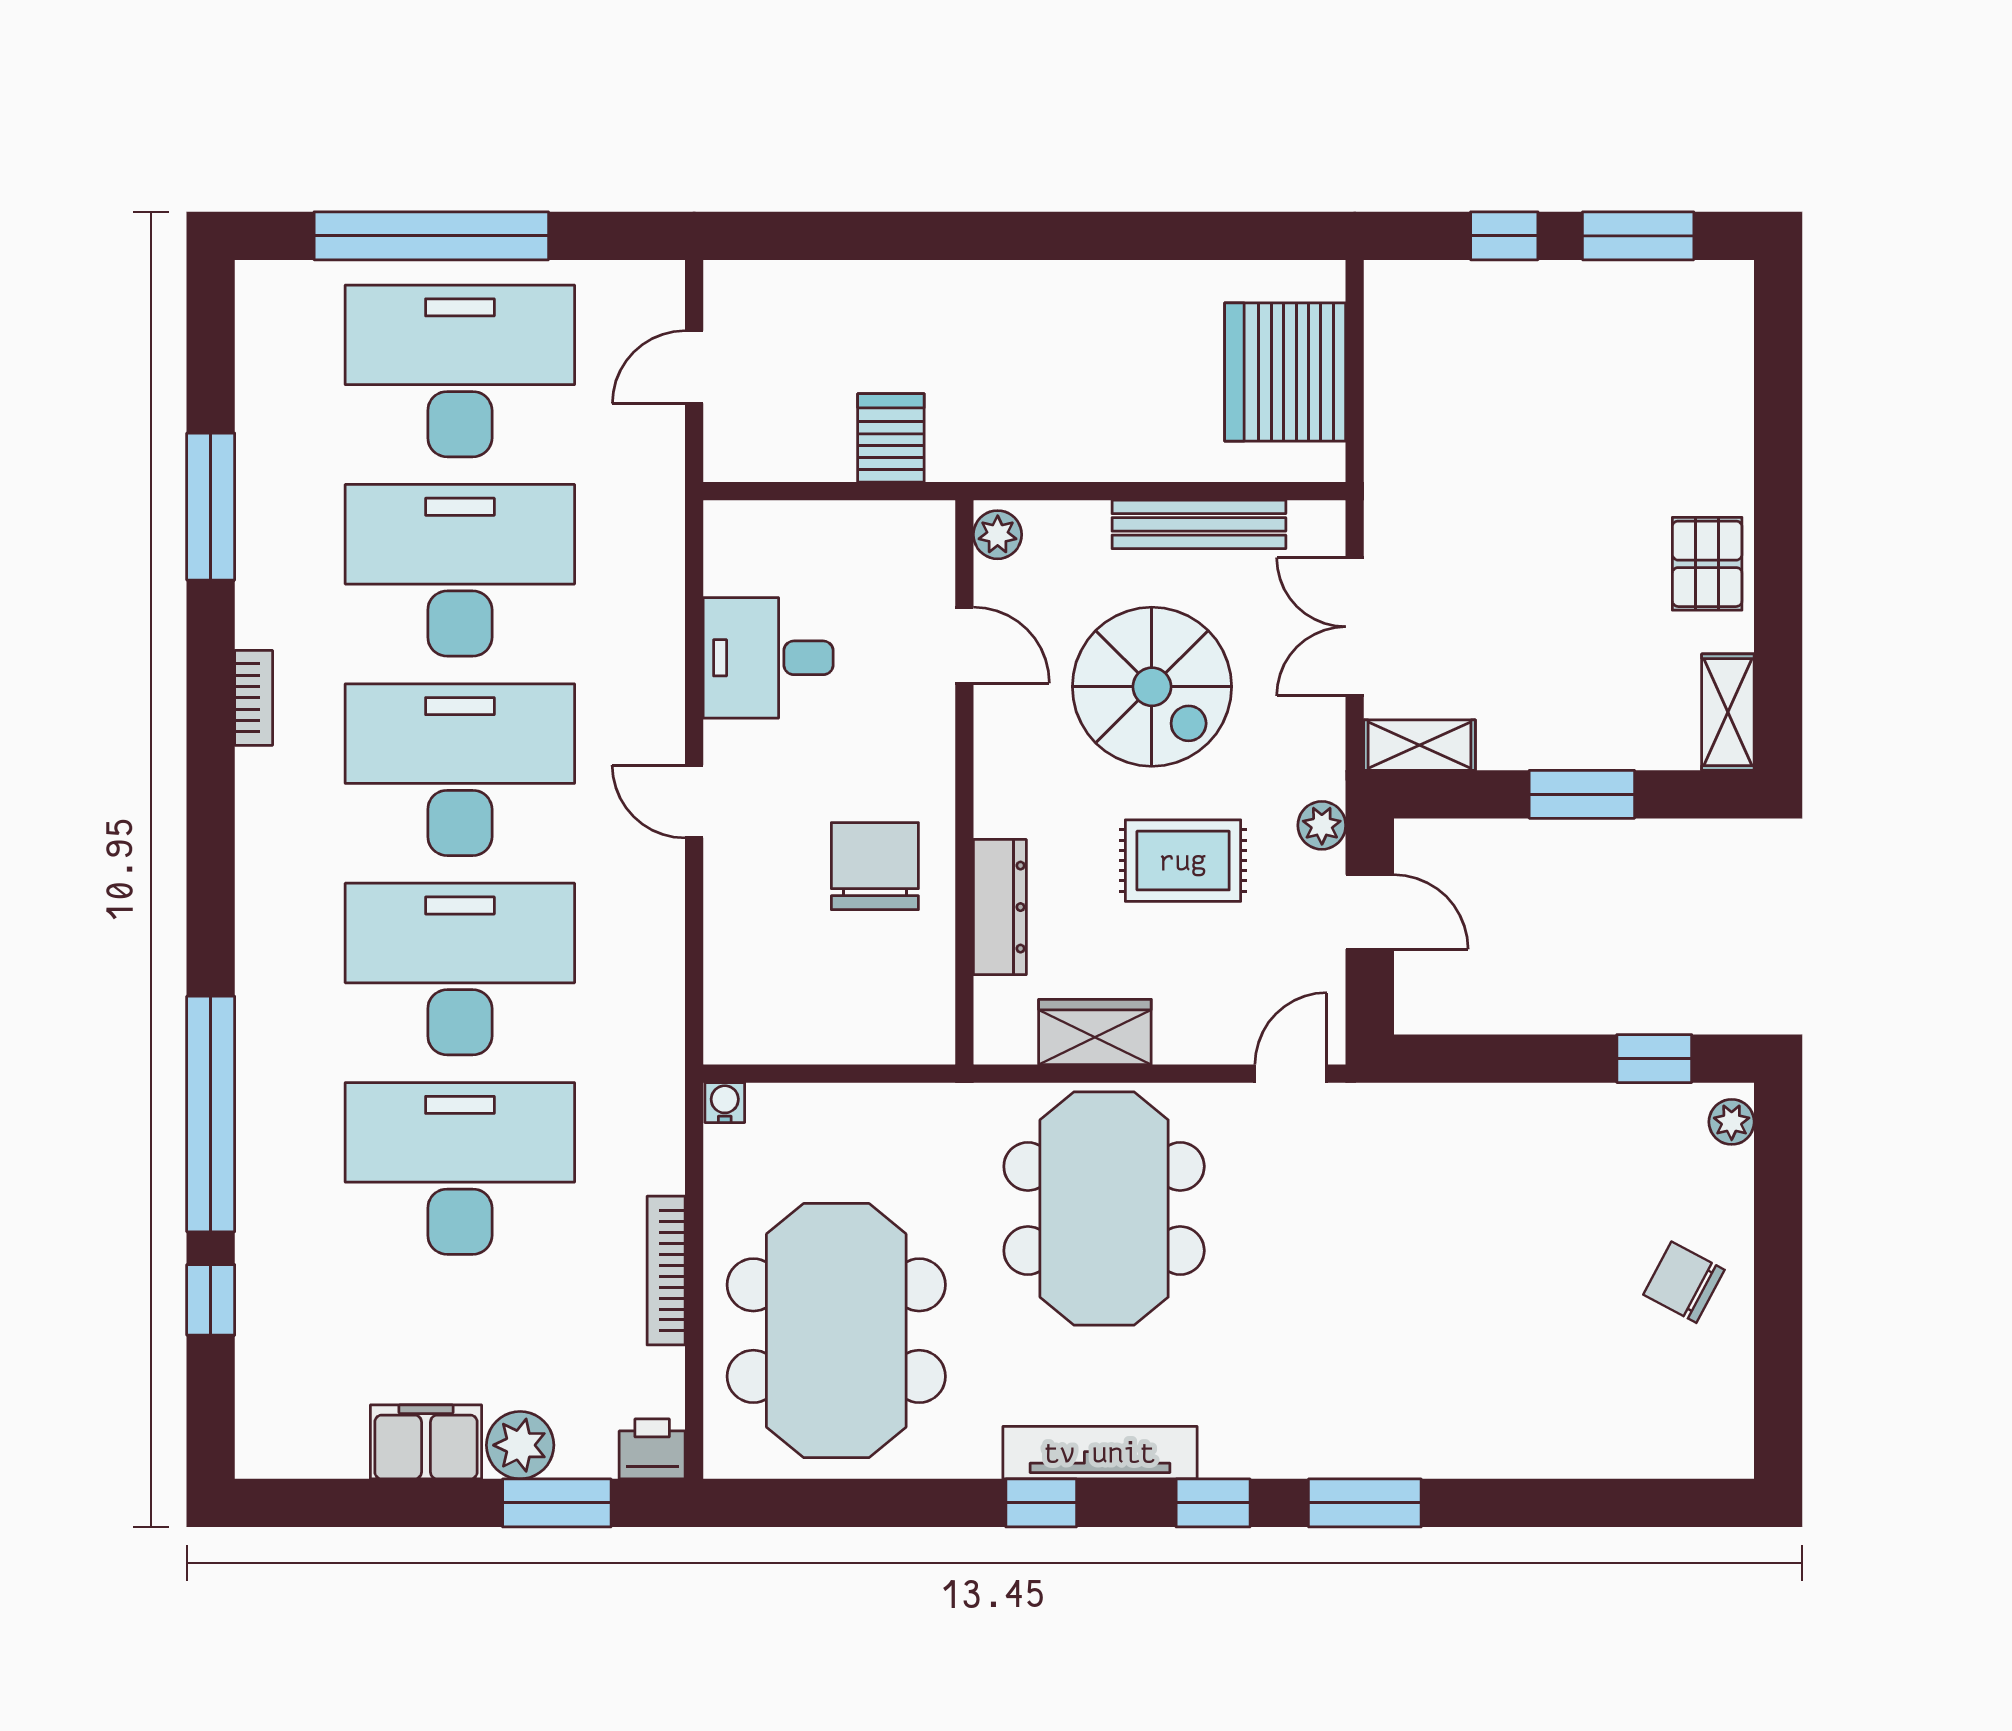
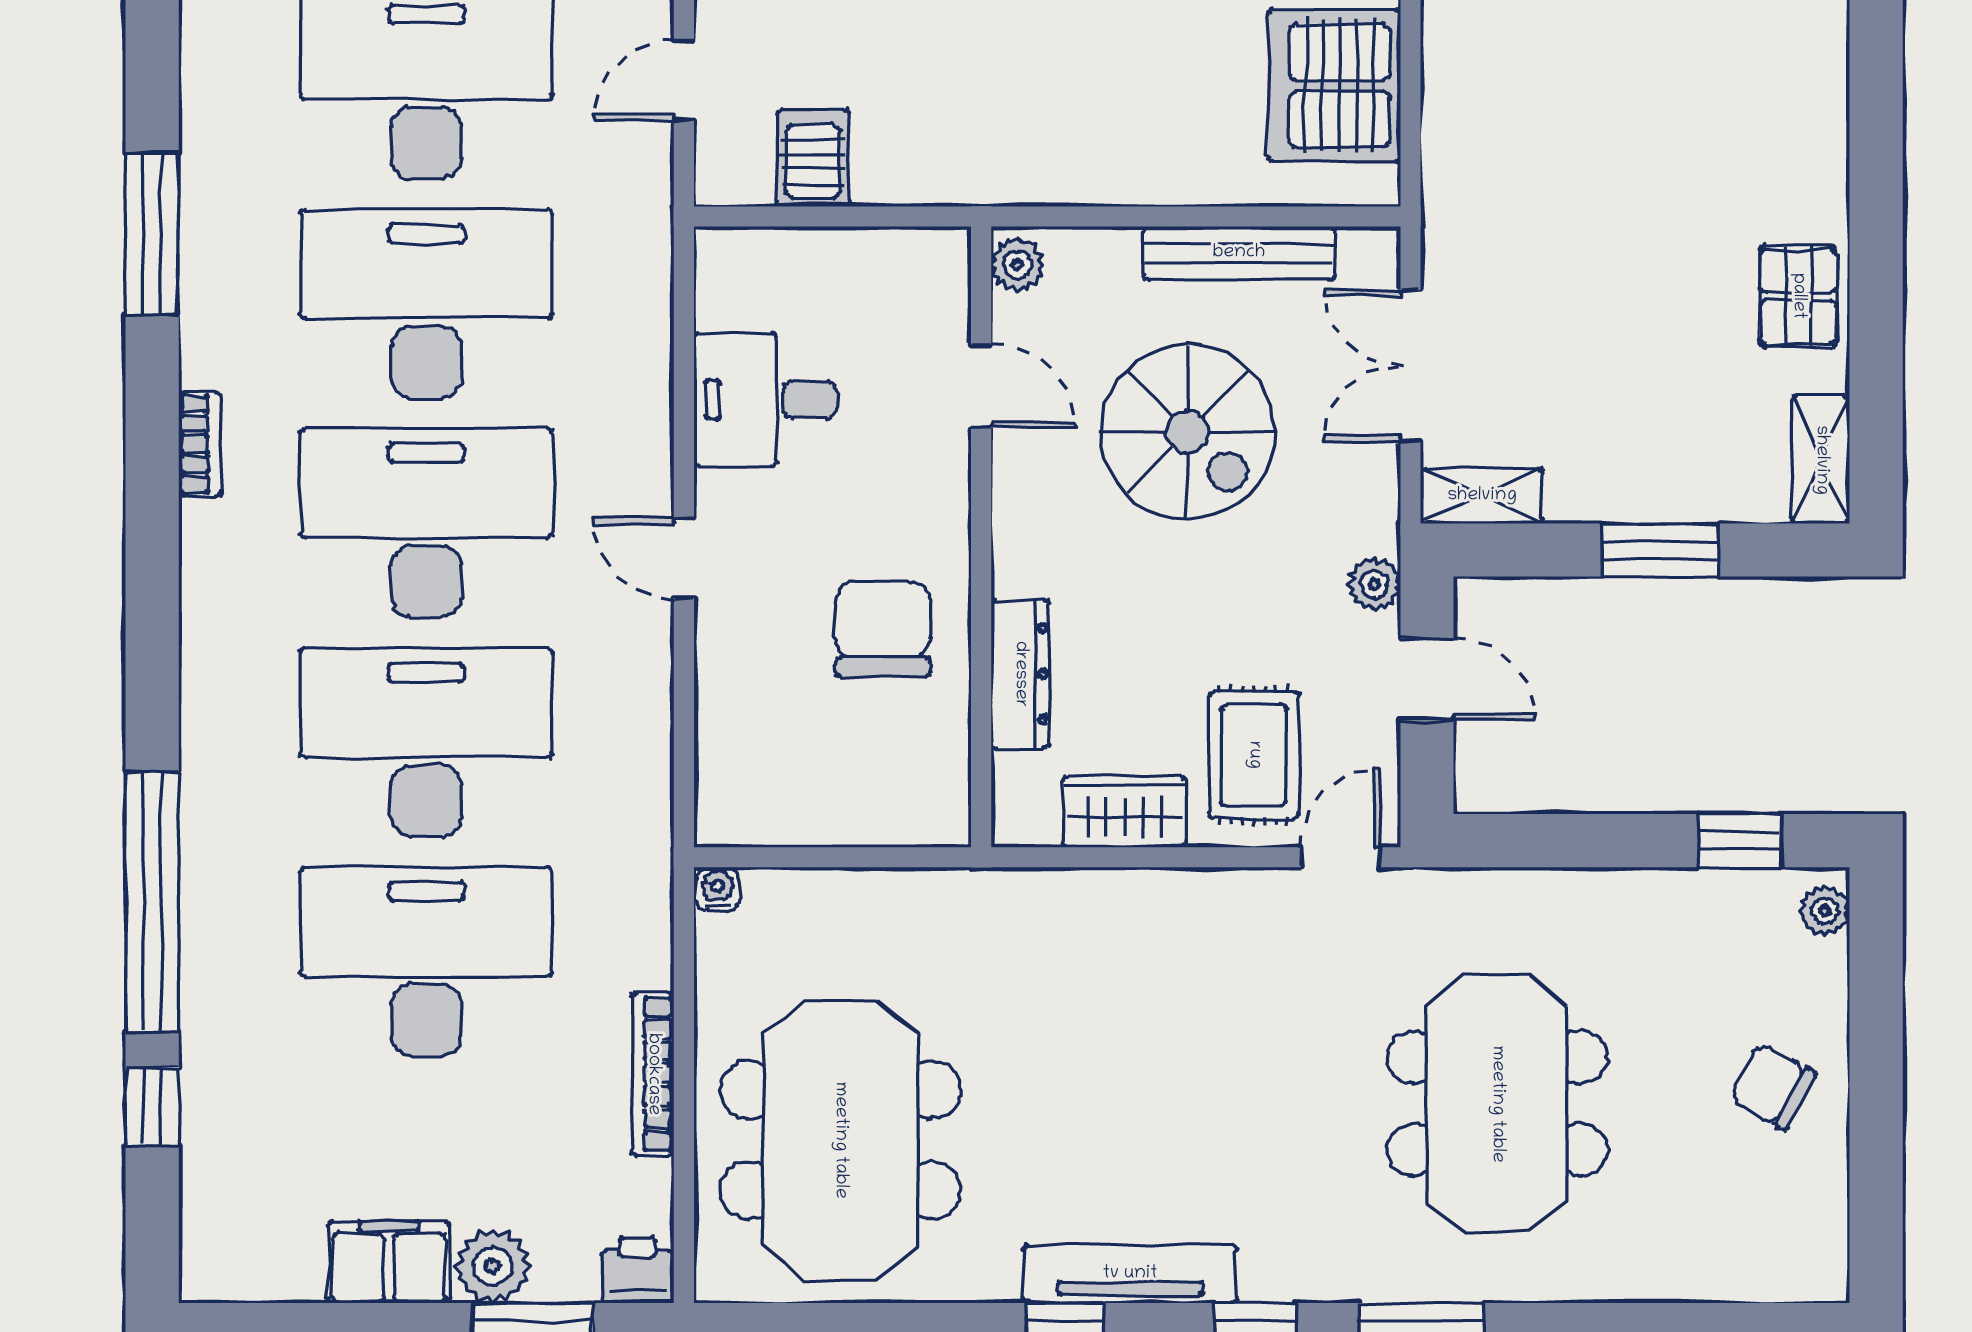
server rack: (891, 438) -> (813, 158), moved
rug: (1183, 861) -> (1254, 755), moved, turned 90
meeting table: (1104, 1209) -> (1497, 1104), moved

